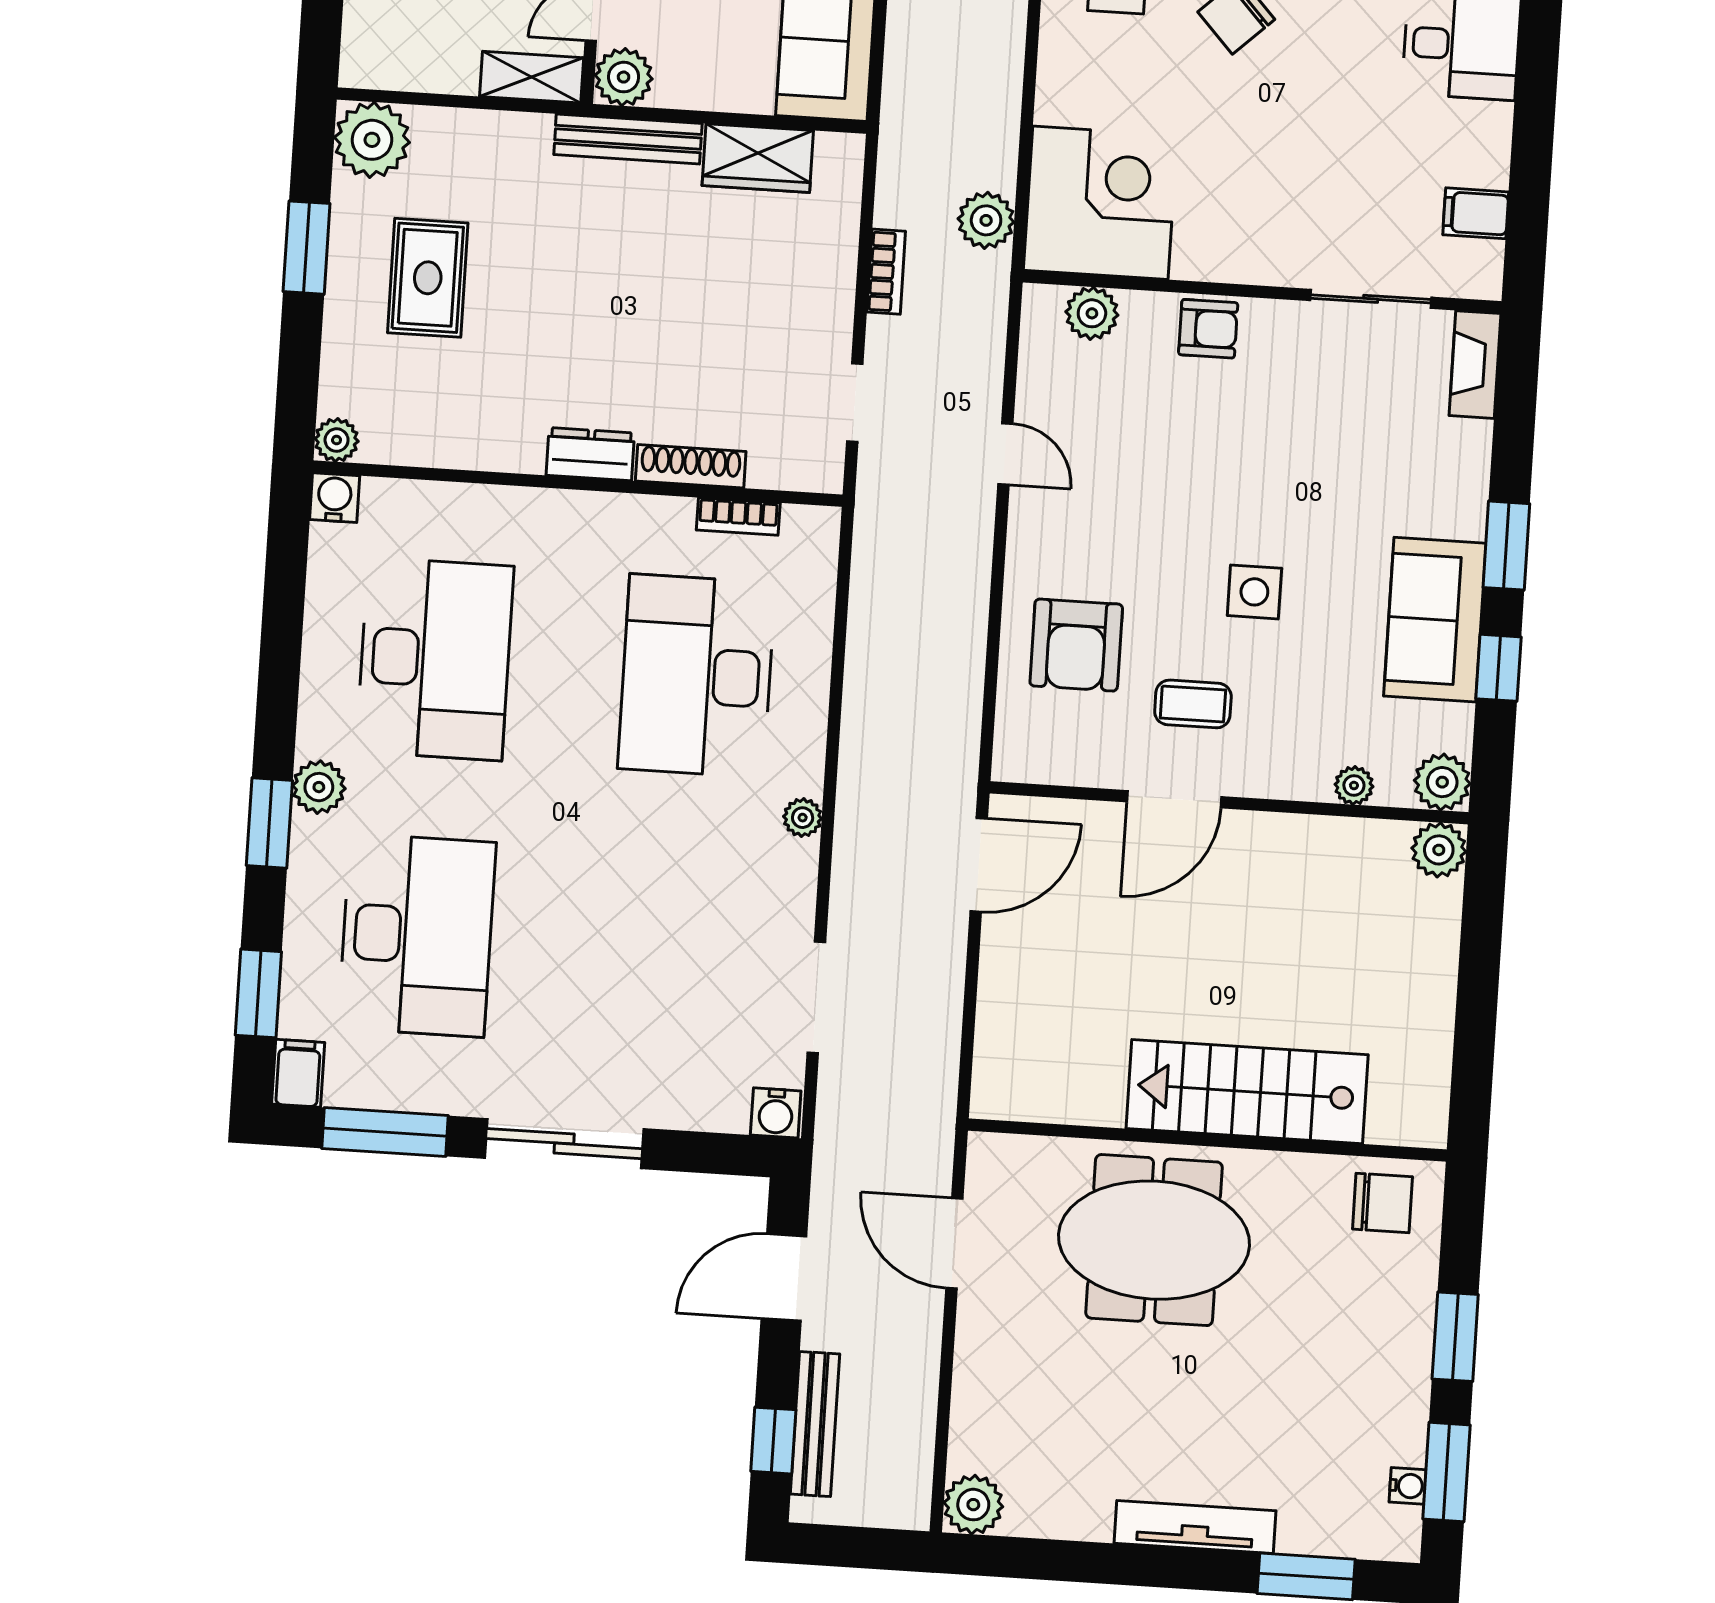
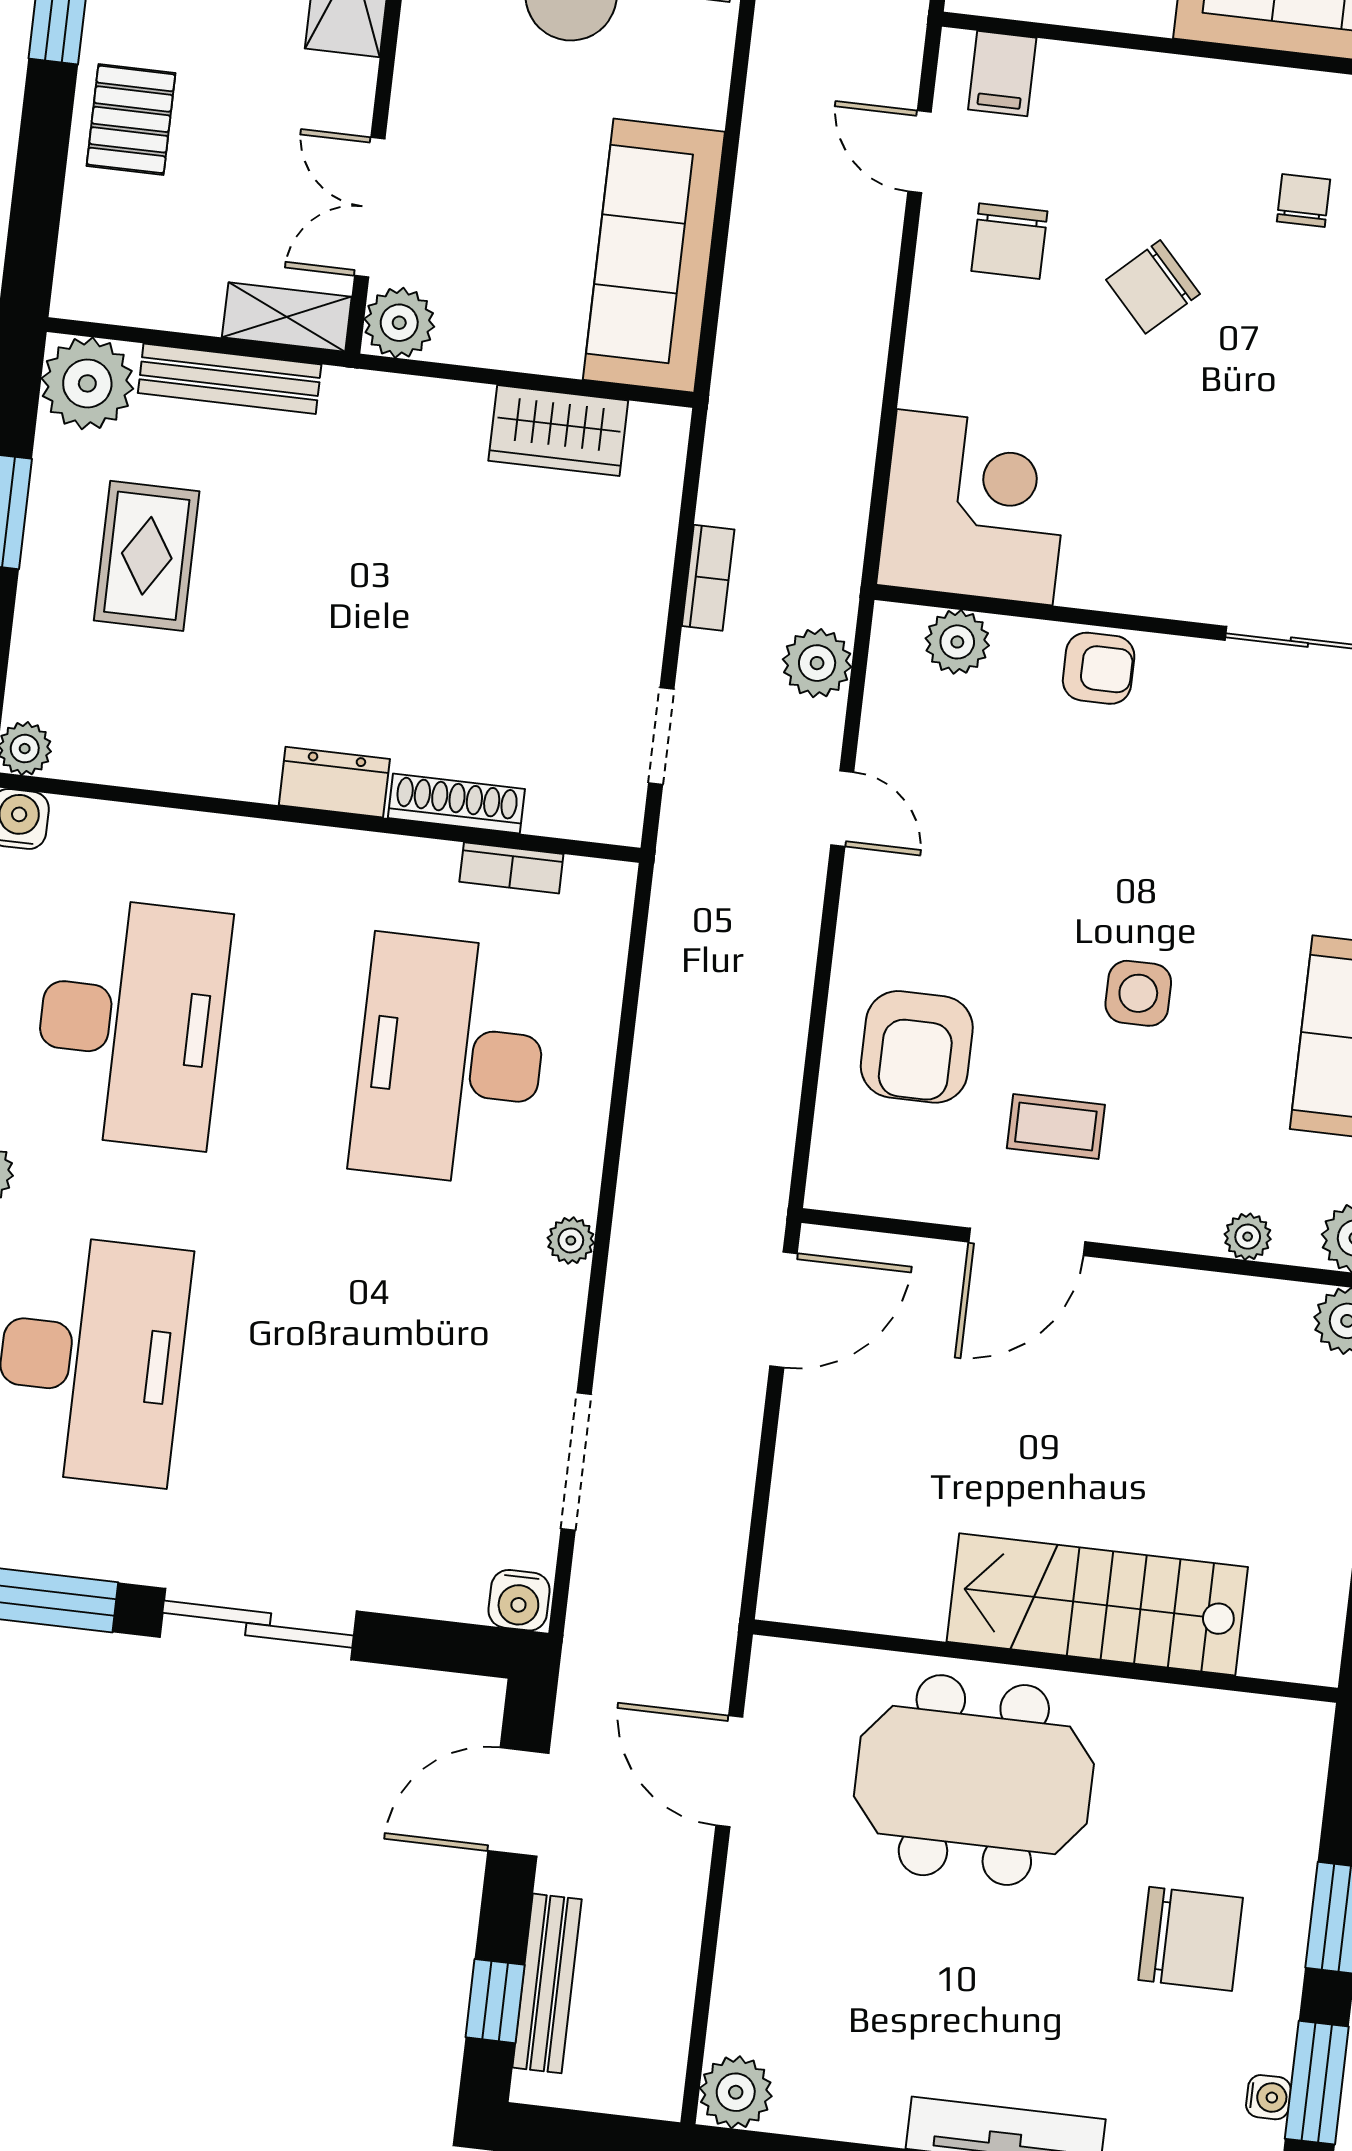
bench: (628, 139) -> (230, 379), moved
plant: (986, 220) -> (817, 663), moved
chair: (1382, 1203) -> (1191, 1939), moved, width x1.37, depth x1.37

